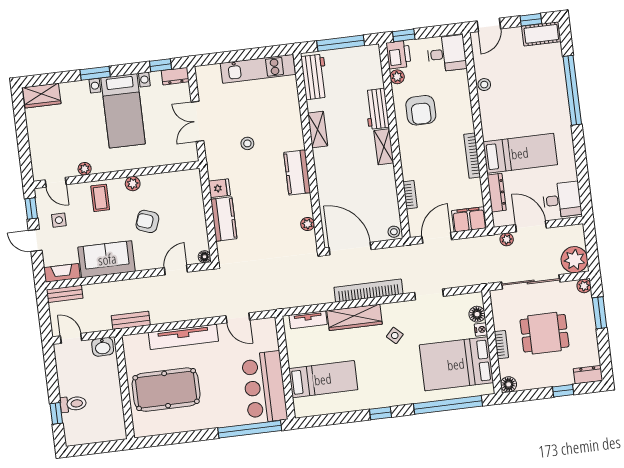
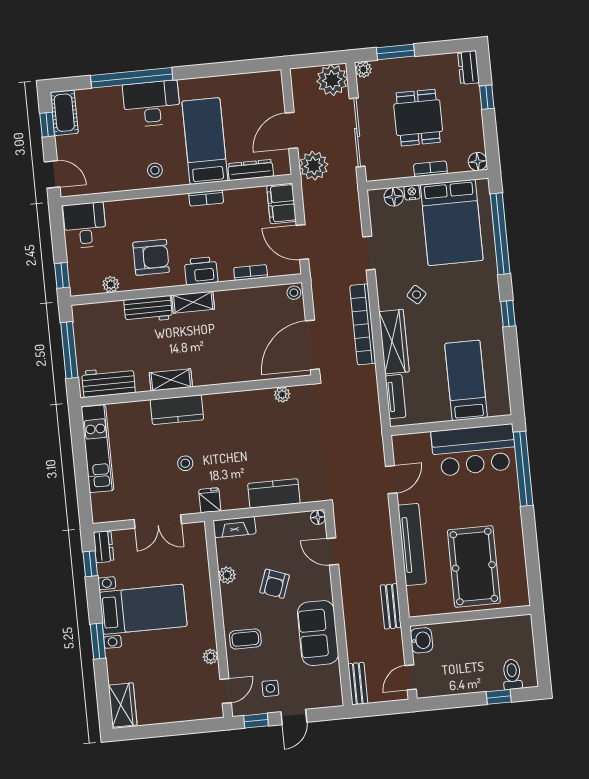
printer: (398, 55) -> (201, 271), moved
stool: (484, 85) -> (155, 170), moved
bookcase: (472, 156) -> (206, 198), width x0.64
kitchen counter: (297, 172) -> (177, 410), moved
plant: (133, 184) -> (227, 575), moved
fridge: (219, 188) -> (210, 500), moved
desk: (562, 200) -> (152, 104), moved, width x1.37
plant: (507, 239) -> (314, 166), width x1.87, depth x1.87
fireplace: (62, 273) -> (234, 527), moved, turned -90
toilet: (73, 404) -> (512, 674), moved

